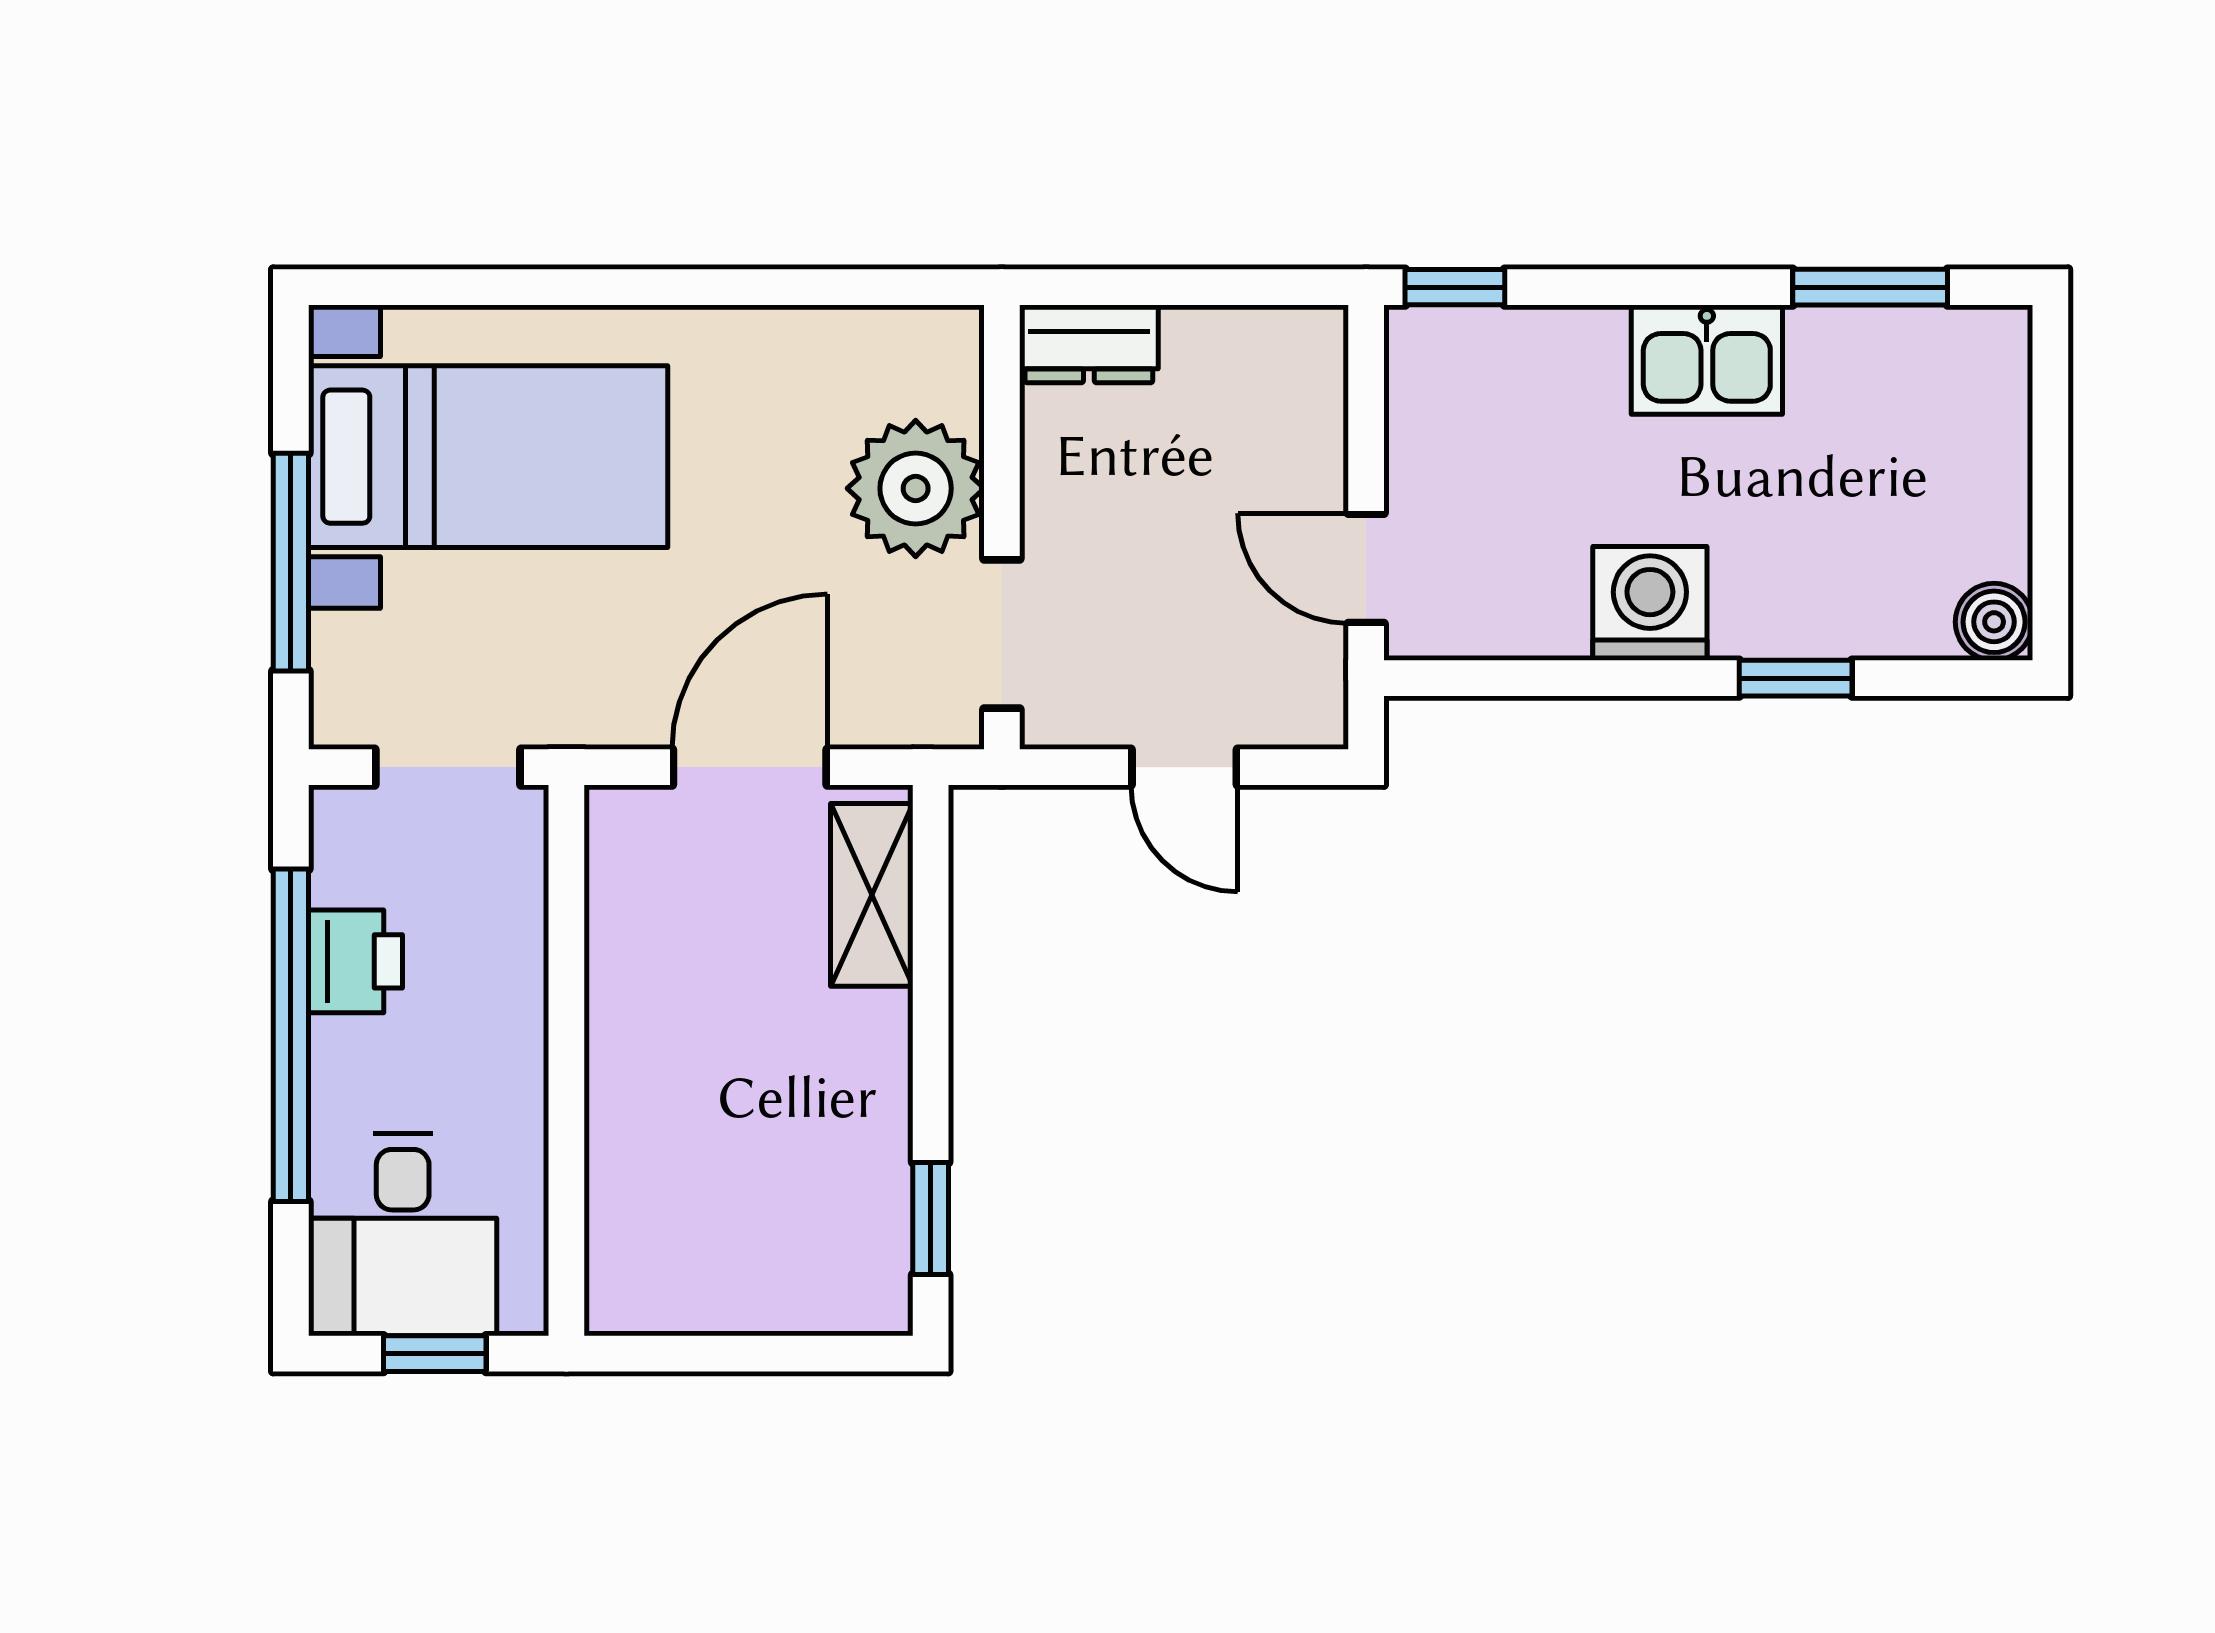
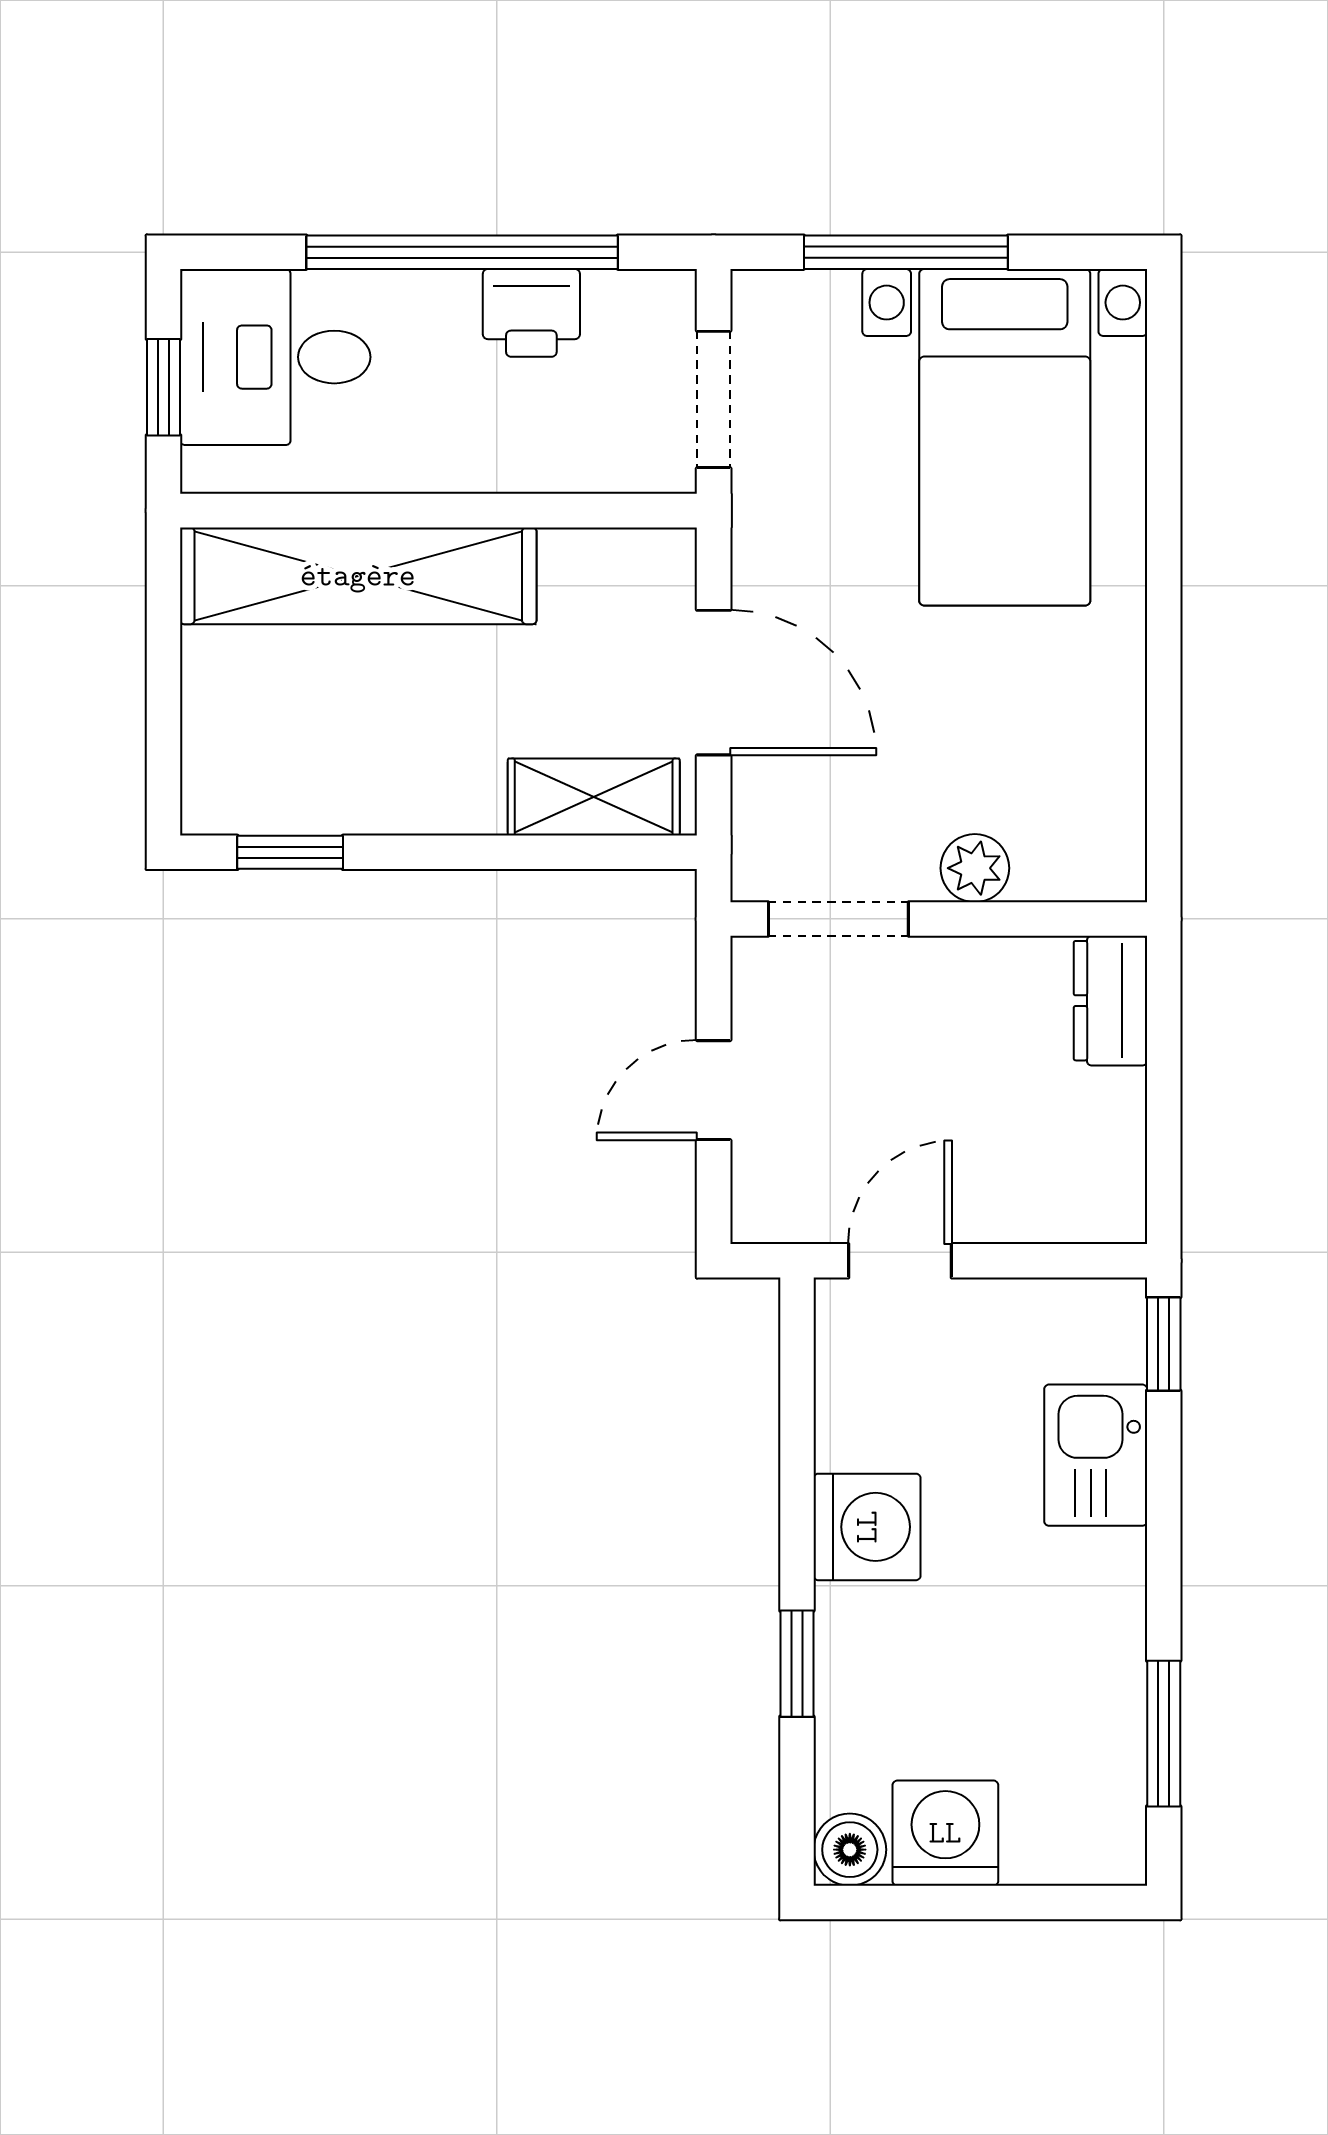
kitchen sink: (1707, 360) -> (1096, 1455), moved
plant: (916, 488) -> (975, 868), width x0.53, depth x0.53
washing machine: (1976, 520) -> (945, 1833), added
shelving: (636, 1146) -> (358, 576), added

